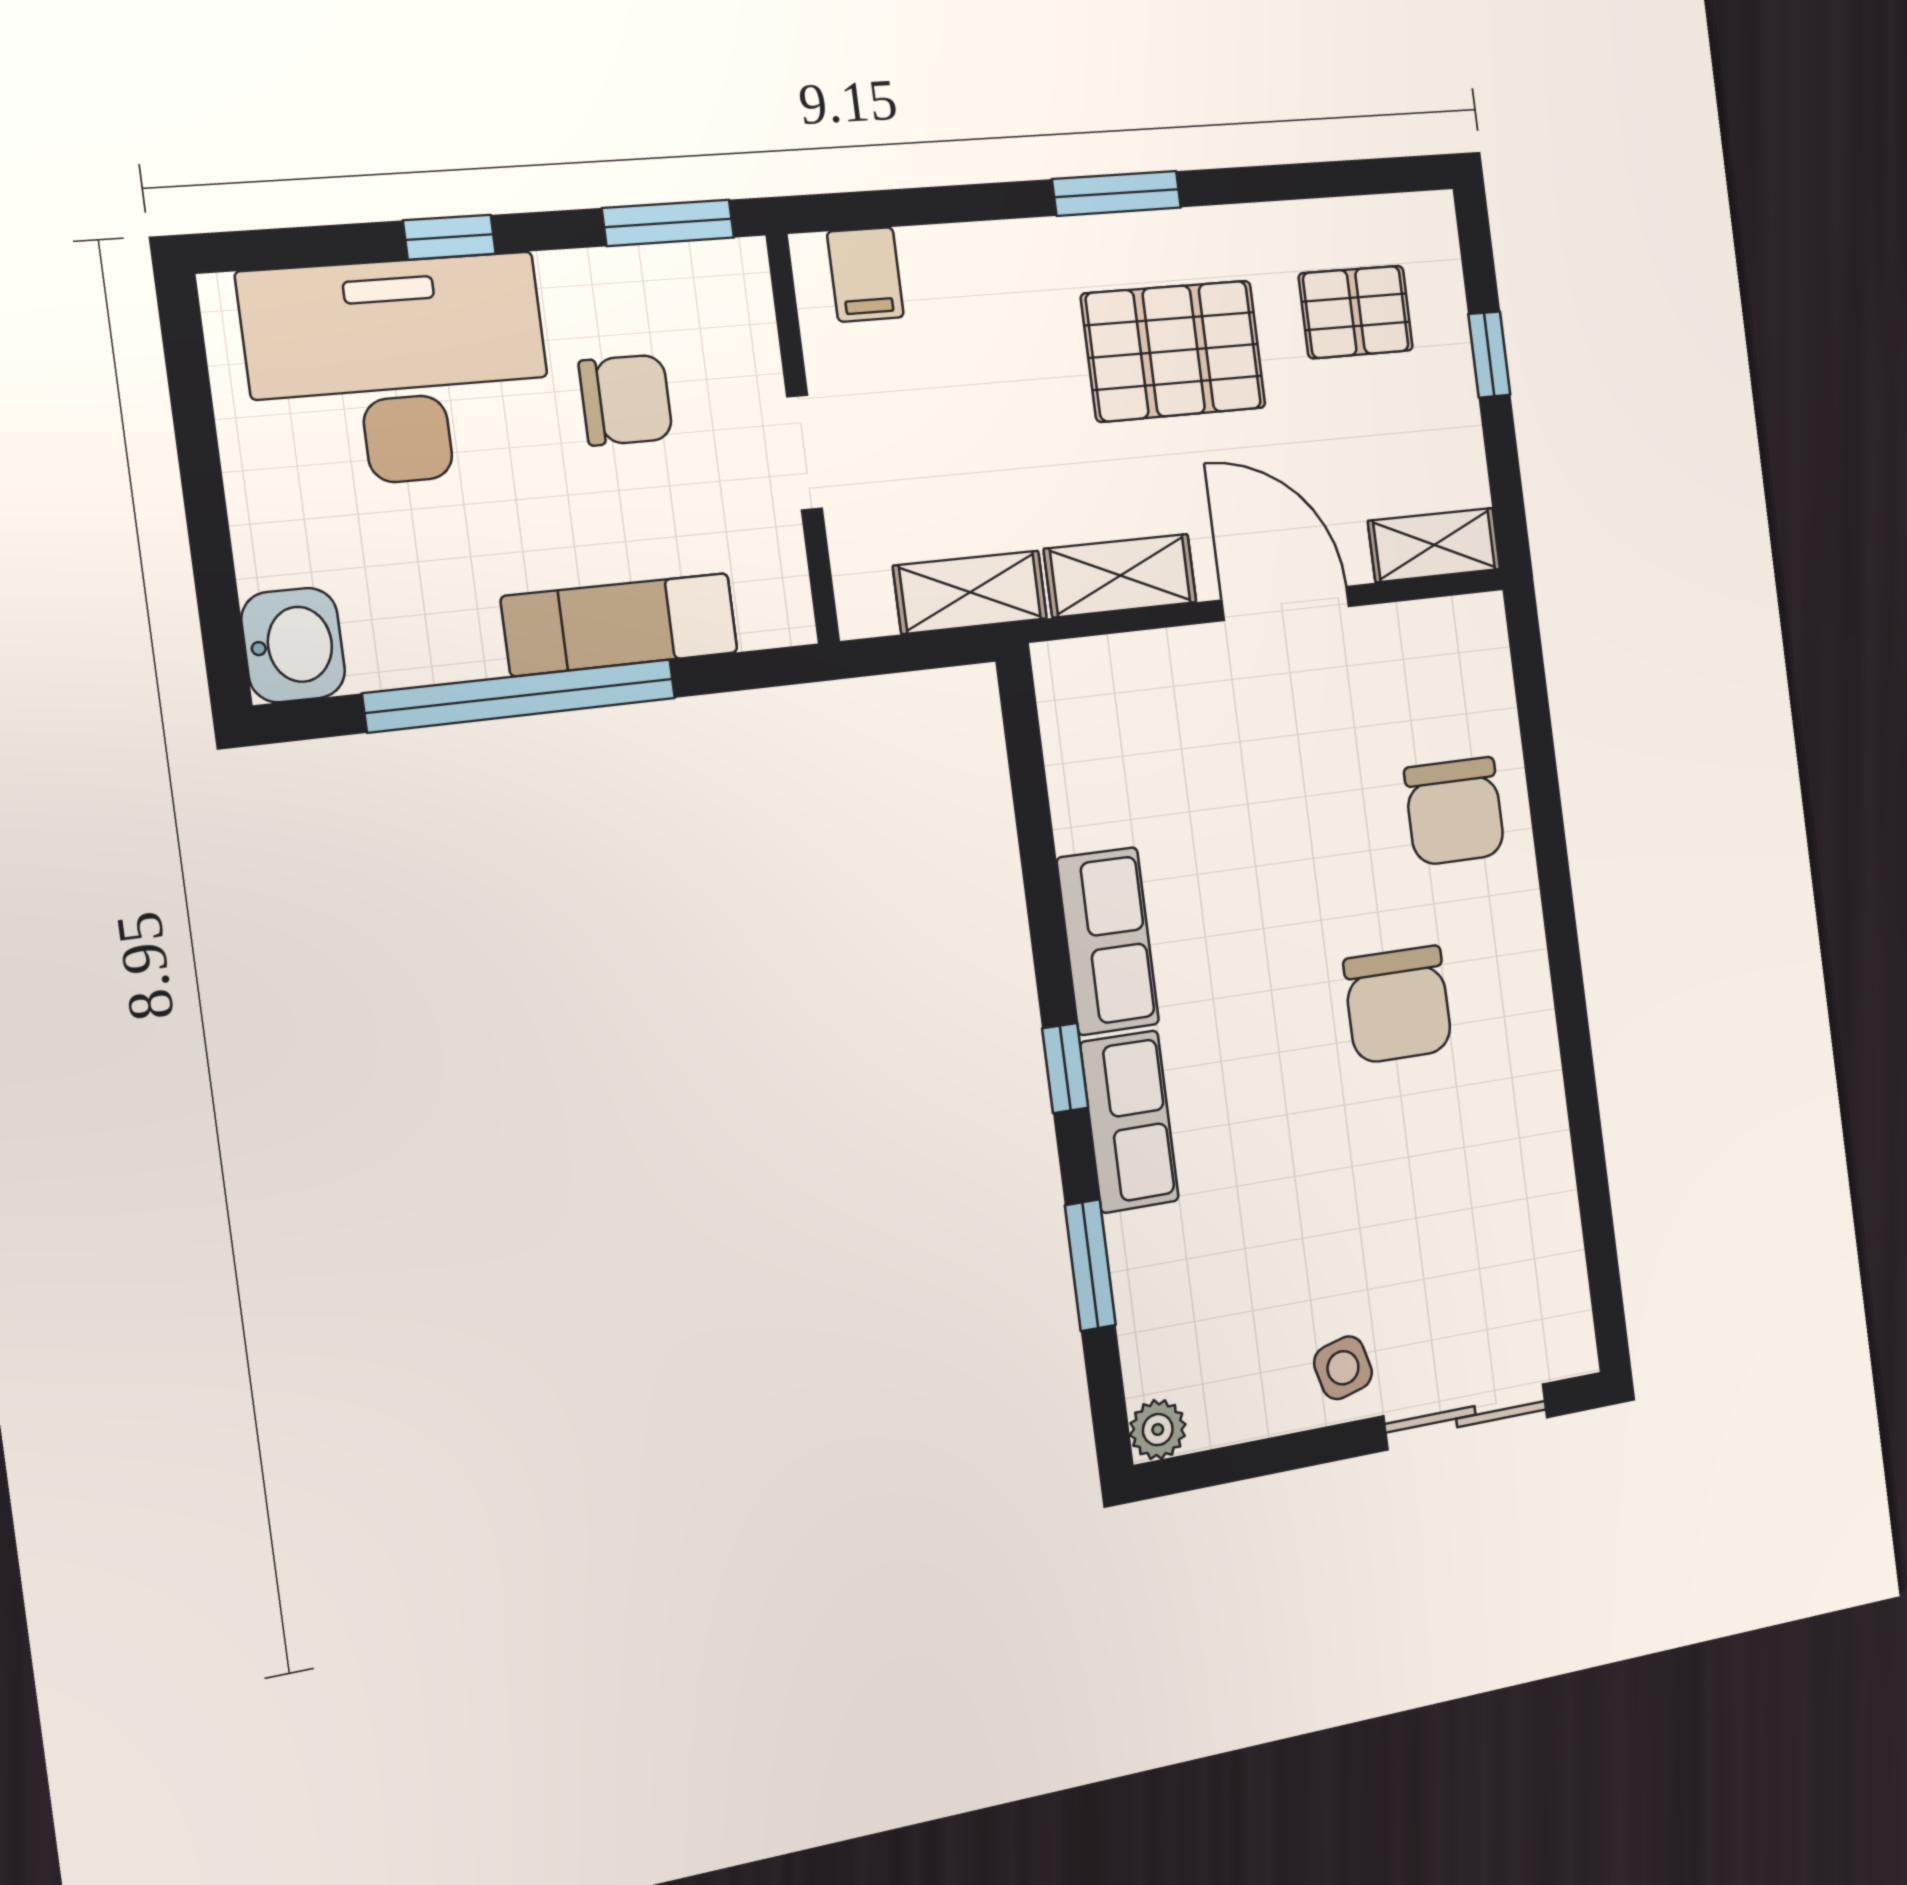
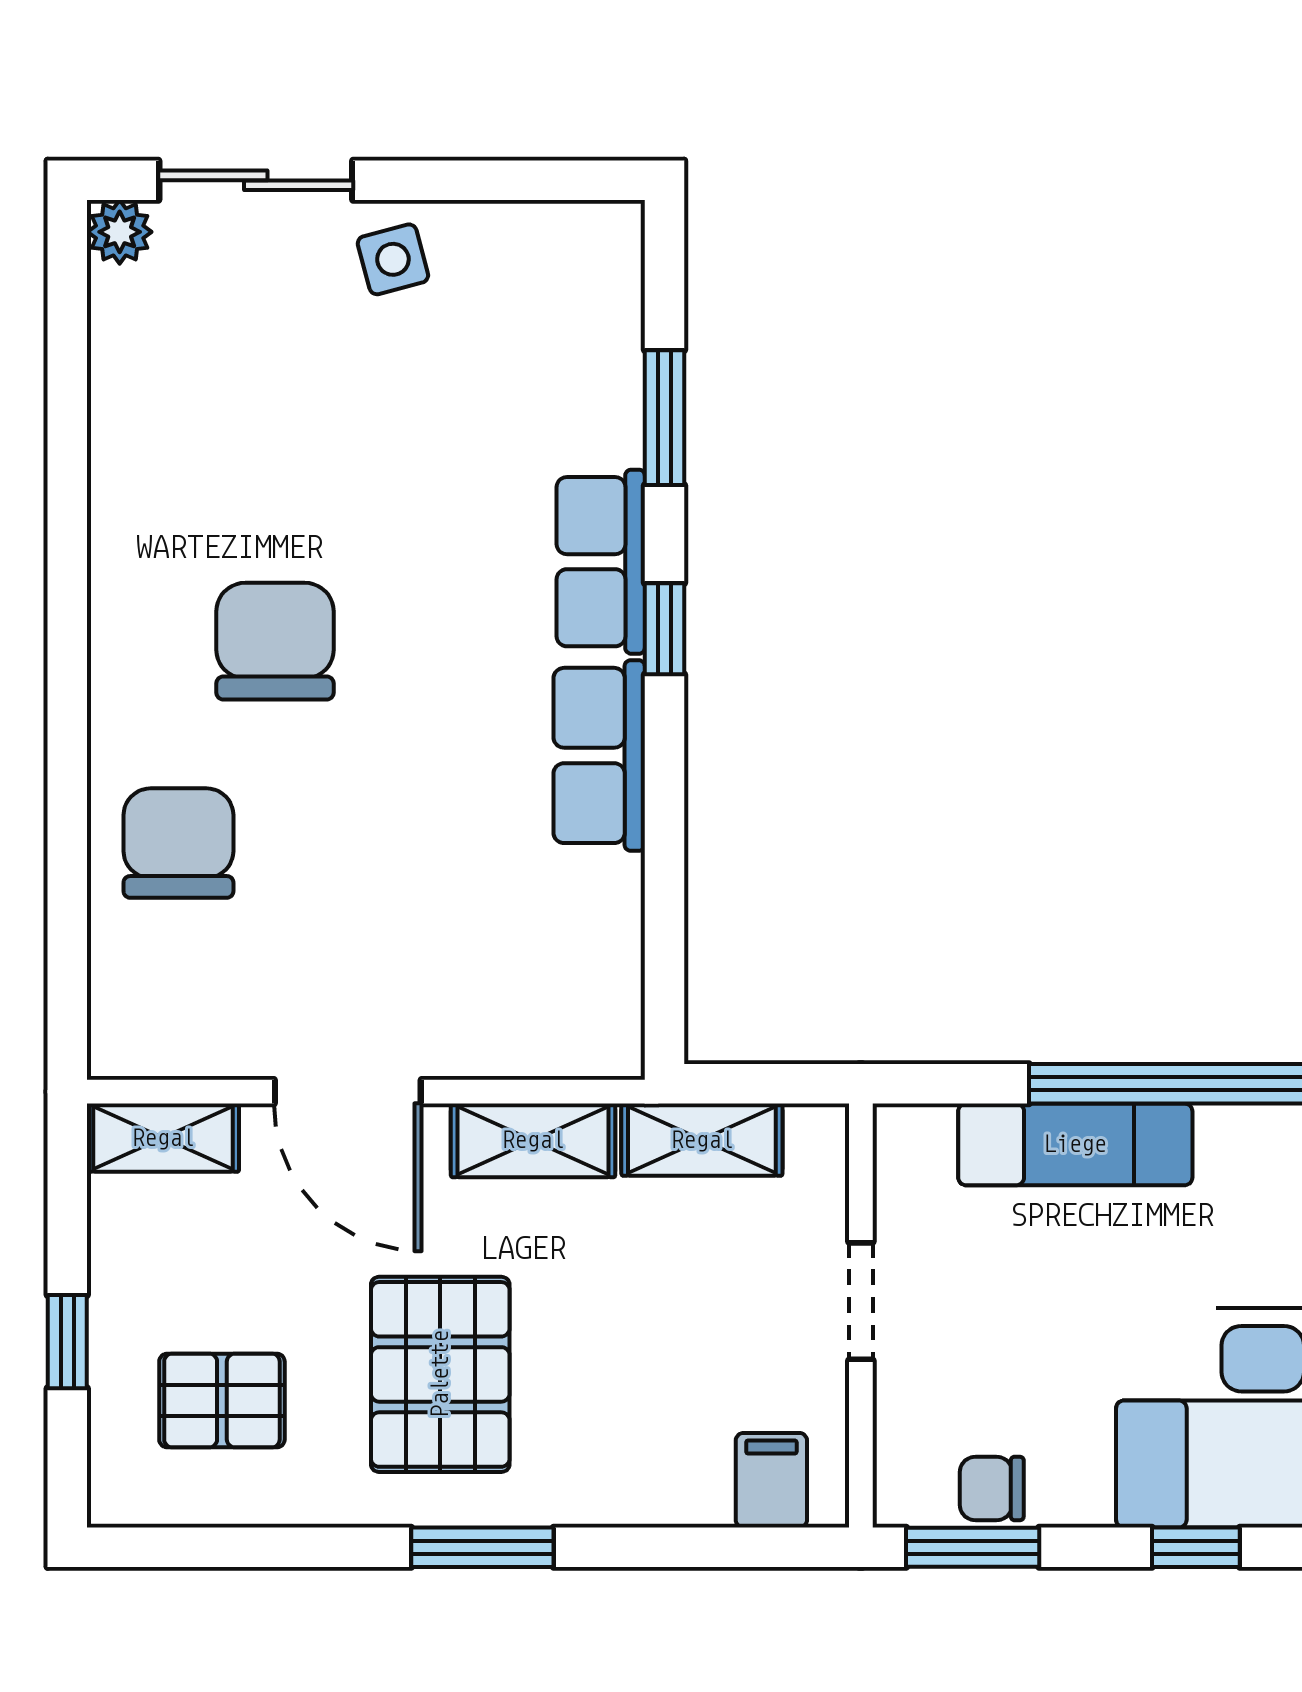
pallet: (1174, 351) -> (440, 1374), turned 90
chair: (626, 400) -> (992, 1488), moved, width x0.73, depth x0.73
plant: (1158, 1430) -> (120, 232), moved

